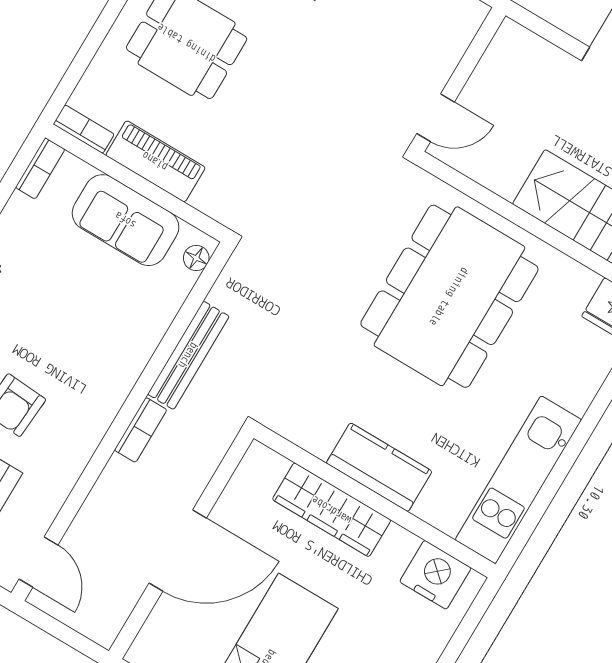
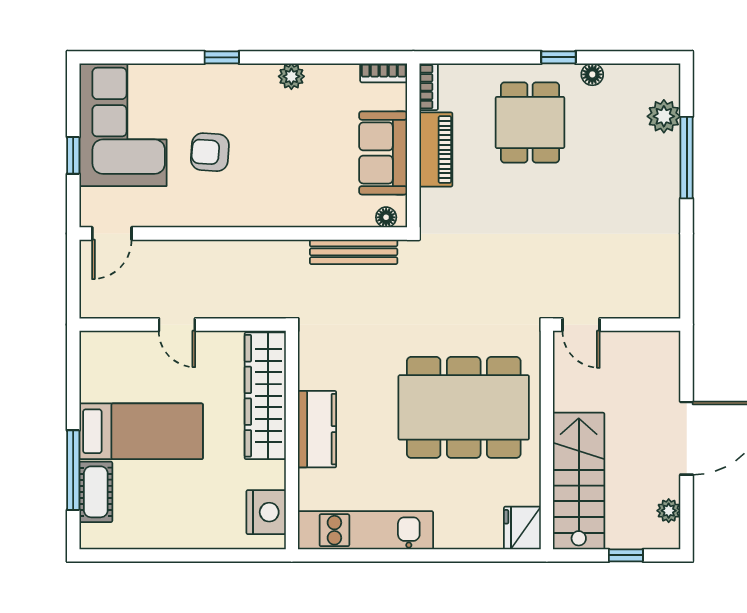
bench: (188, 355) -> (354, 252), moved
bookcase: (141, 430) -> (245, 250), removed
wardrobe: (332, 510) -> (265, 396), width x1.40, depth x1.17
door: (178, 551) -> (177, 325), width x0.53

